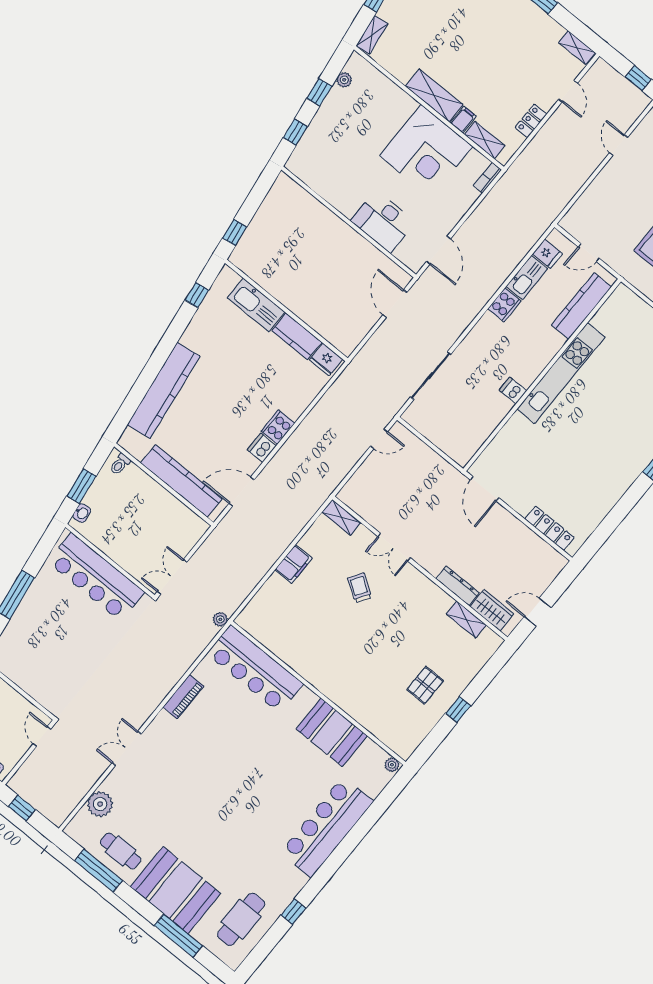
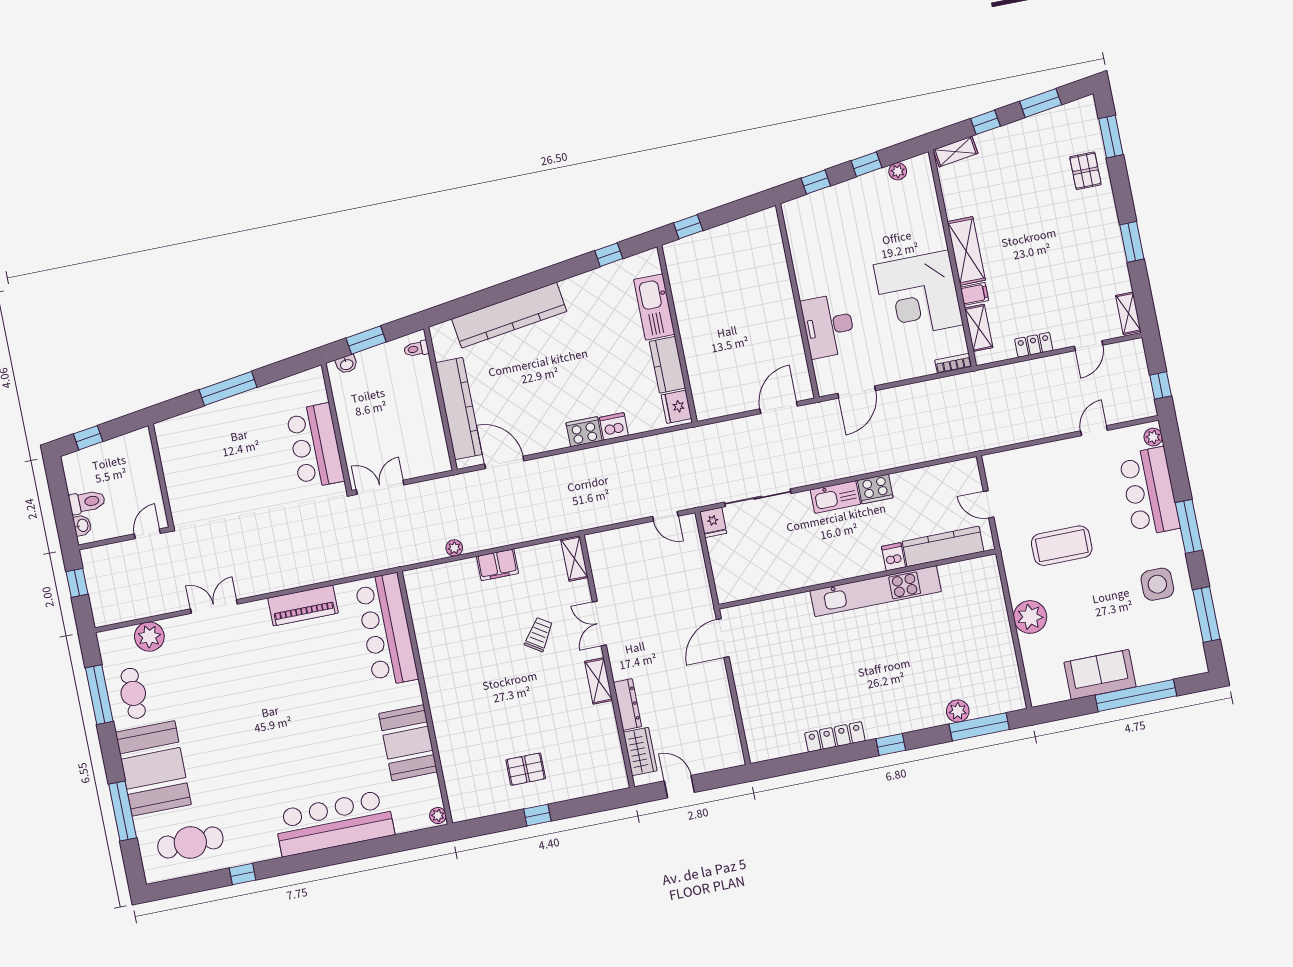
fridge: (547, 254) -> (713, 522), moved
kitchen sink: (527, 277) -> (835, 497), moved
dishwasher: (513, 390) -> (893, 557), moved
dishwasher: (262, 448) -> (614, 426), moved
locker: (550, 528) -> (835, 737), moved, turned -90
bar counter: (96, 577) -> (315, 446), width x0.73
plant: (220, 619) -> (454, 548), moved
shelving: (466, 619) -> (599, 681), moved
piano: (183, 697) -> (303, 606), width x1.37, depth x1.33

